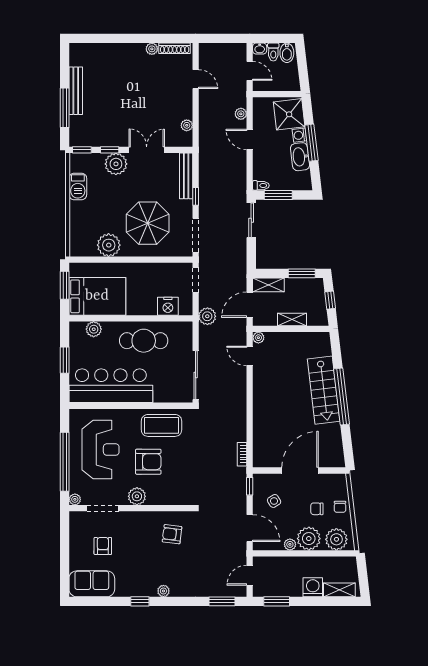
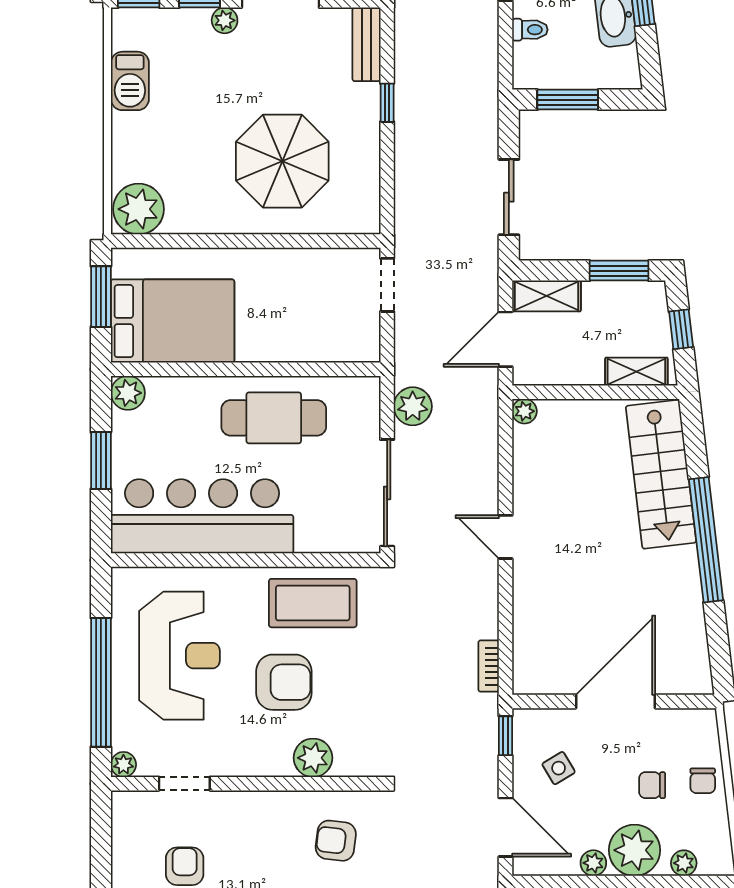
plant: (116, 164) -> (225, 20), width x0.53, depth x0.53
bench: (186, 176) -> (366, 44), width x0.73
toilet: (261, 185) -> (530, 30), moved
sliding door: (251, 220) -> (509, 197), moved
doorway: (196, 235) -> (387, 187), removed
plant: (109, 245) -> (138, 209), moved
nightstand: (168, 306) -> (327, 343), removed
plant: (207, 316) -> (413, 406), moved
shelving: (292, 320) -> (636, 372), moved
plant: (94, 329) -> (128, 393), moved
door: (250, 356) -> (505, 537), moved
stairs: (324, 390) -> (661, 474), moved
plant: (137, 496) -> (313, 758), moved
doorway: (103, 508) -> (184, 784), width x0.73
plant: (336, 539) -> (684, 863), width x0.53, depth x0.53

